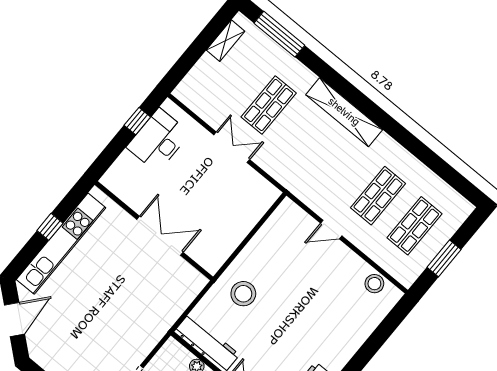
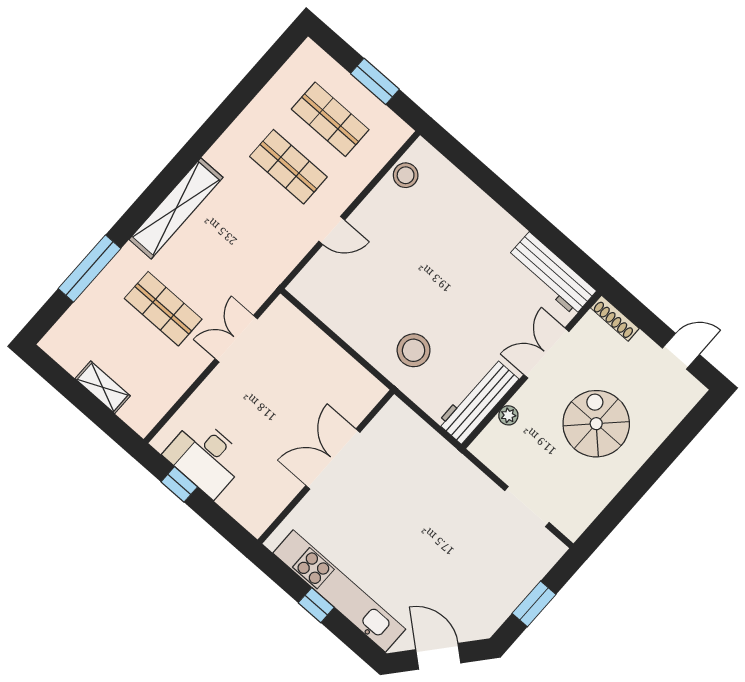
window: (279, 34) -> (89, 268), moved
shelving: (226, 41) -> (103, 387), moved
double door: (232, 147) -> (236, 339), moved
door: (331, 230) -> (332, 231), hinge flipped

